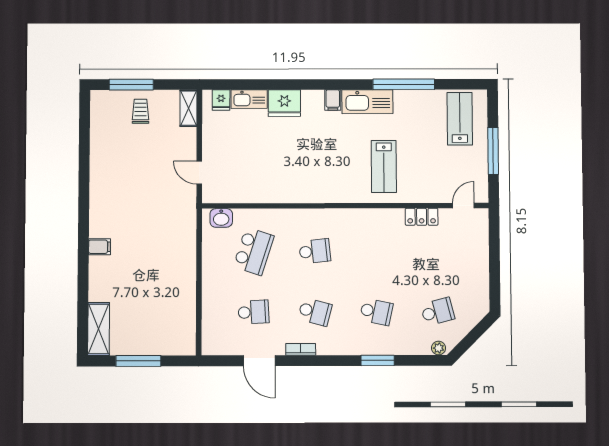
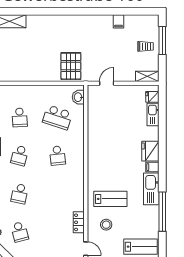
fridge: (284, 103) -> (150, 151), moved
lab bench: (384, 166) -> (110, 199), turned 180
stool: (425, 173) -> (106, 225), added
pallet: (171, 230) -> (71, 66), added
filing cabinet: (100, 247) -> (118, 21), moved

